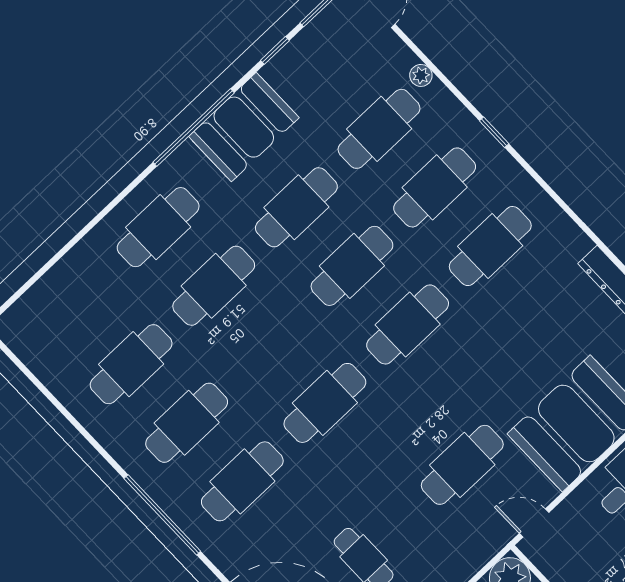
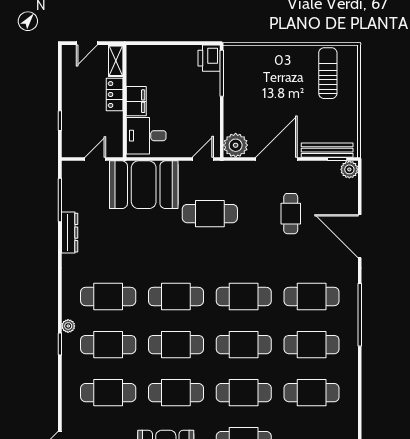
plant: (421, 75) -> (68, 326), moved
cafe table: (269, 344) -> (244, 345), added
door: (534, 523) -> (203, 159), swing flipped

